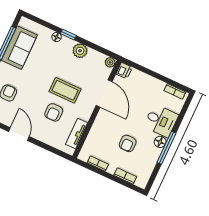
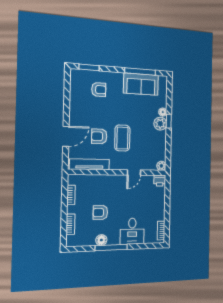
plant: (80, 51) -> (160, 124), moved
door: (104, 93) -> (134, 172), width x0.53
tv unit: (77, 133) -> (90, 164), width x1.41
door: (19, 134) -> (66, 136), moved
floor lamp: (160, 142) -> (101, 240), moved

